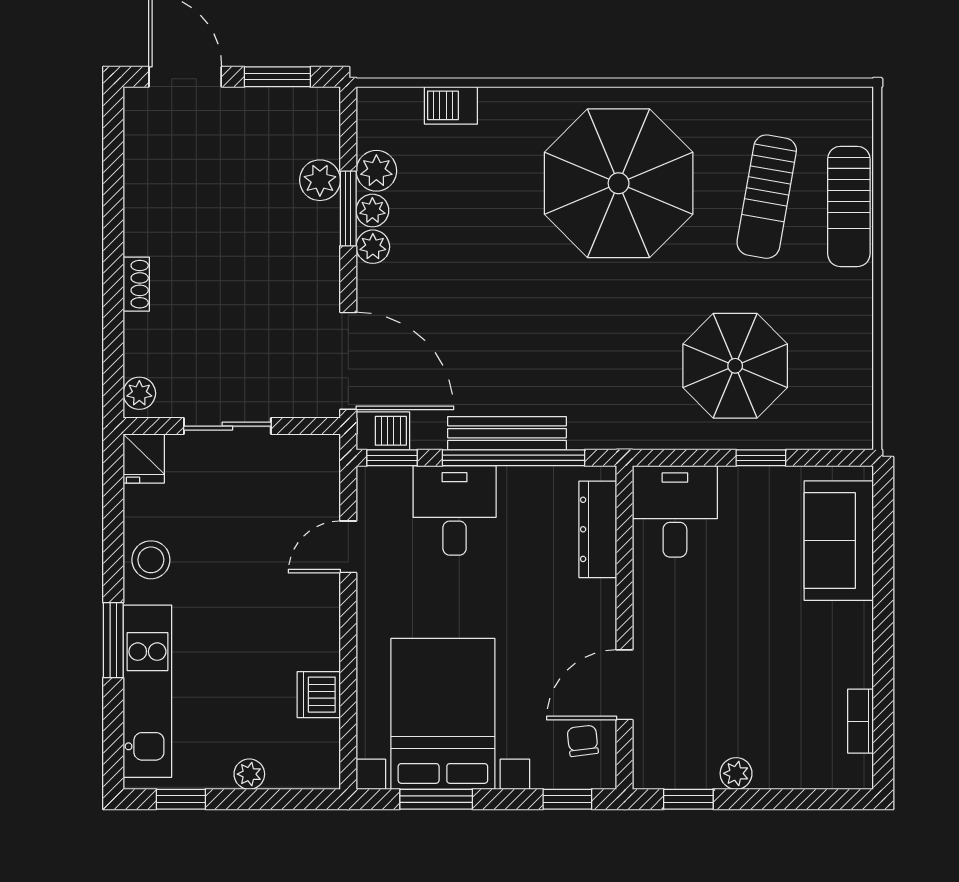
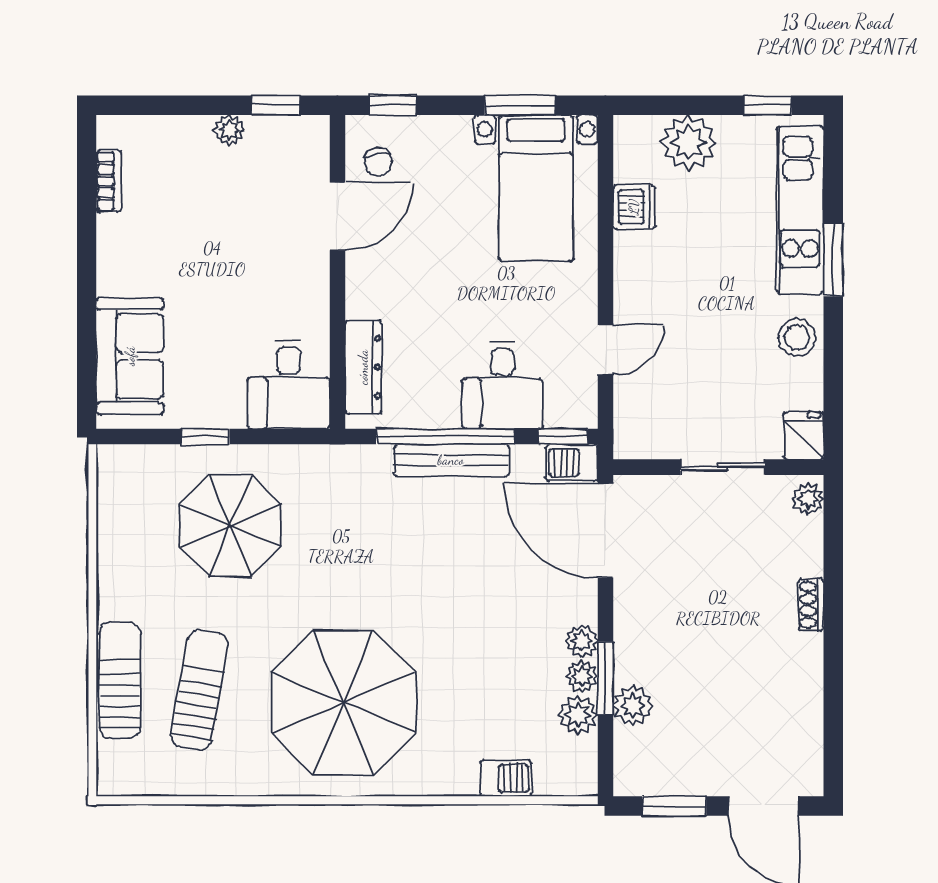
bed with nightstands: (443, 714) -> (536, 188), width x0.73
plant: (249, 774) -> (688, 143), width x1.88, depth x1.88

